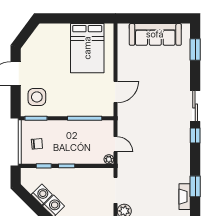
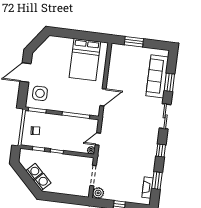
window: (145, 18) -> (134, 42), added
sofa: (155, 34) -> (157, 76), moved, turned 90
window: (195, 49) -> (169, 82), moved
window: (195, 136) -> (161, 150), moved
door: (115, 144) -> (98, 139), swing flipped

